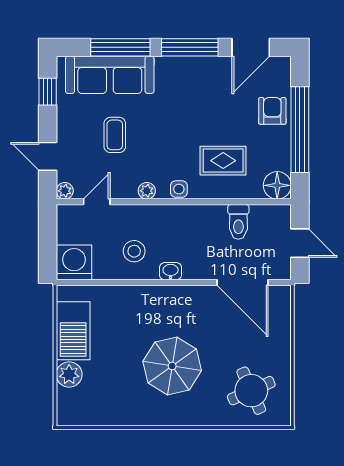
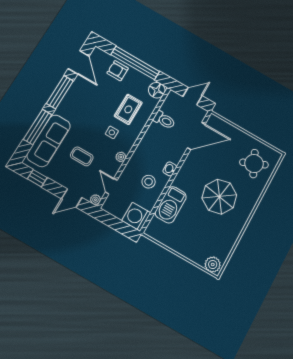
side table: (179, 189) -> (112, 132), moved
barbecue: (73, 331) -> (171, 205), moved, turned 90
plant: (69, 374) -> (213, 265), moved

